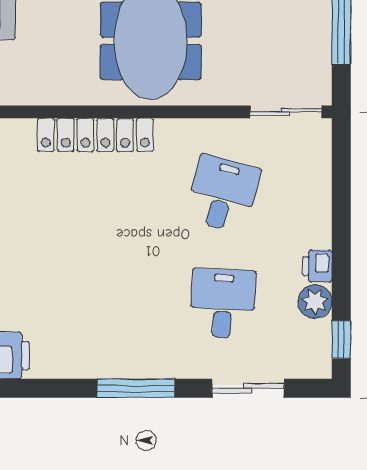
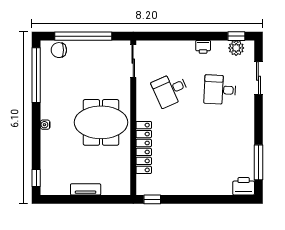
desk: (223, 194) -> (170, 90), turned -39
plant: (315, 302) -> (236, 48), moved
window: (136, 388) -> (258, 162), moved

